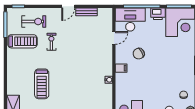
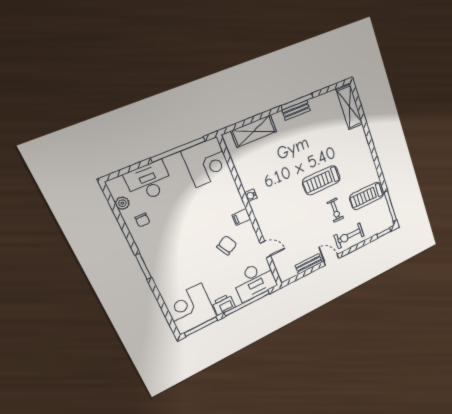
door: (68, 6) -> (331, 260), hinge flipped
exercise bike: (34, 21) -> (349, 236), moved
door: (114, 38) -> (265, 250), swing flipped
treadmill: (42, 84) -> (321, 180), moved, turned -90

